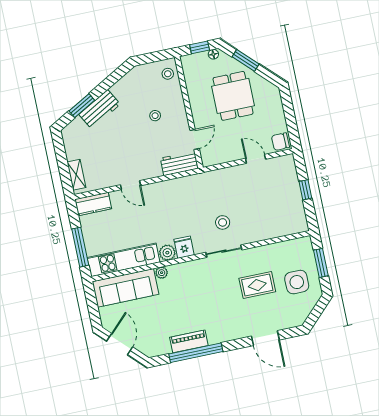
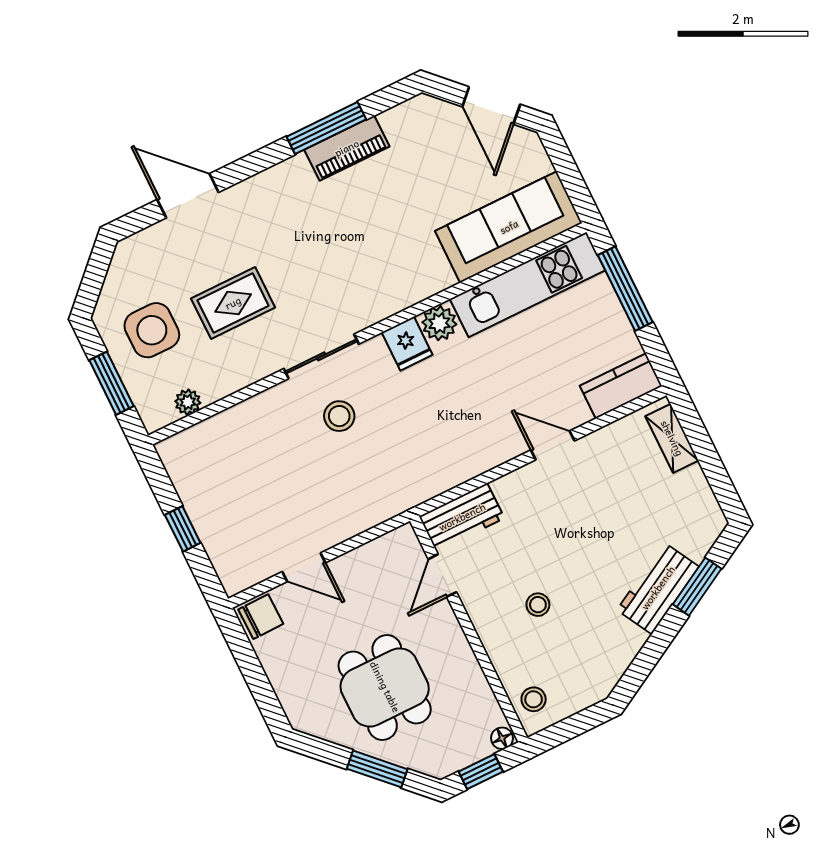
floor lamp: (213, 54) -> (502, 738), moved
plant: (162, 273) -> (188, 402), moved
window: (196, 353) -> (326, 128), width x0.68

